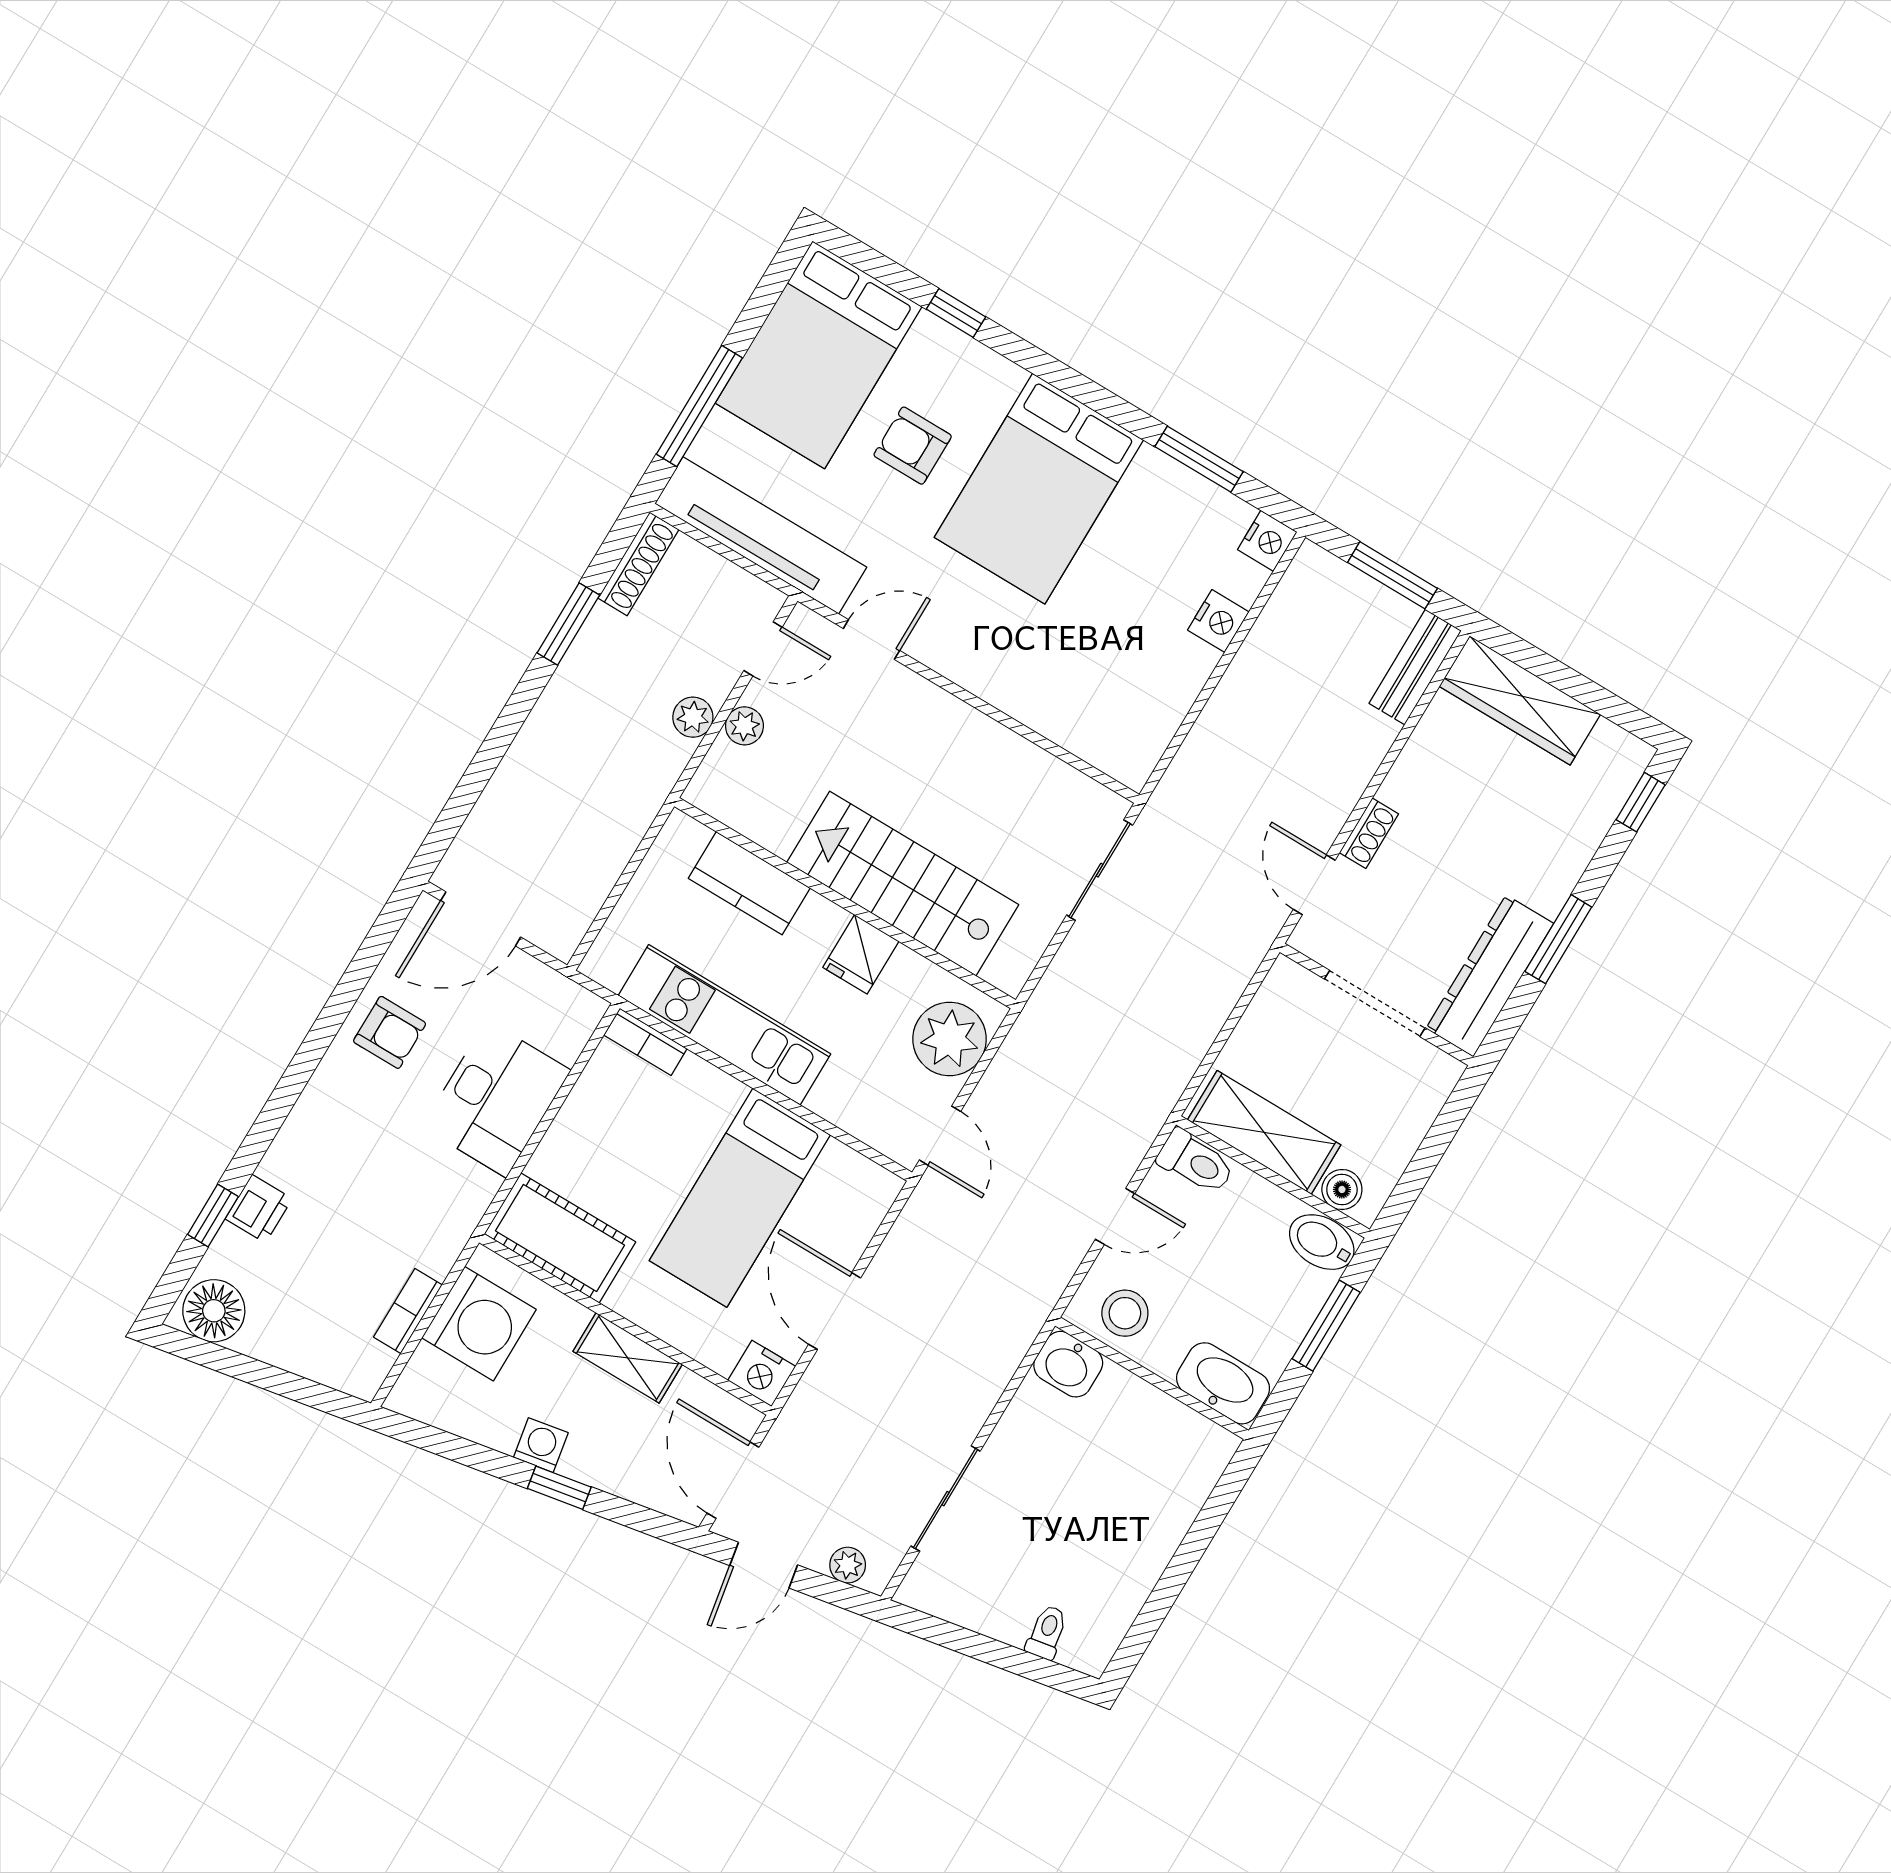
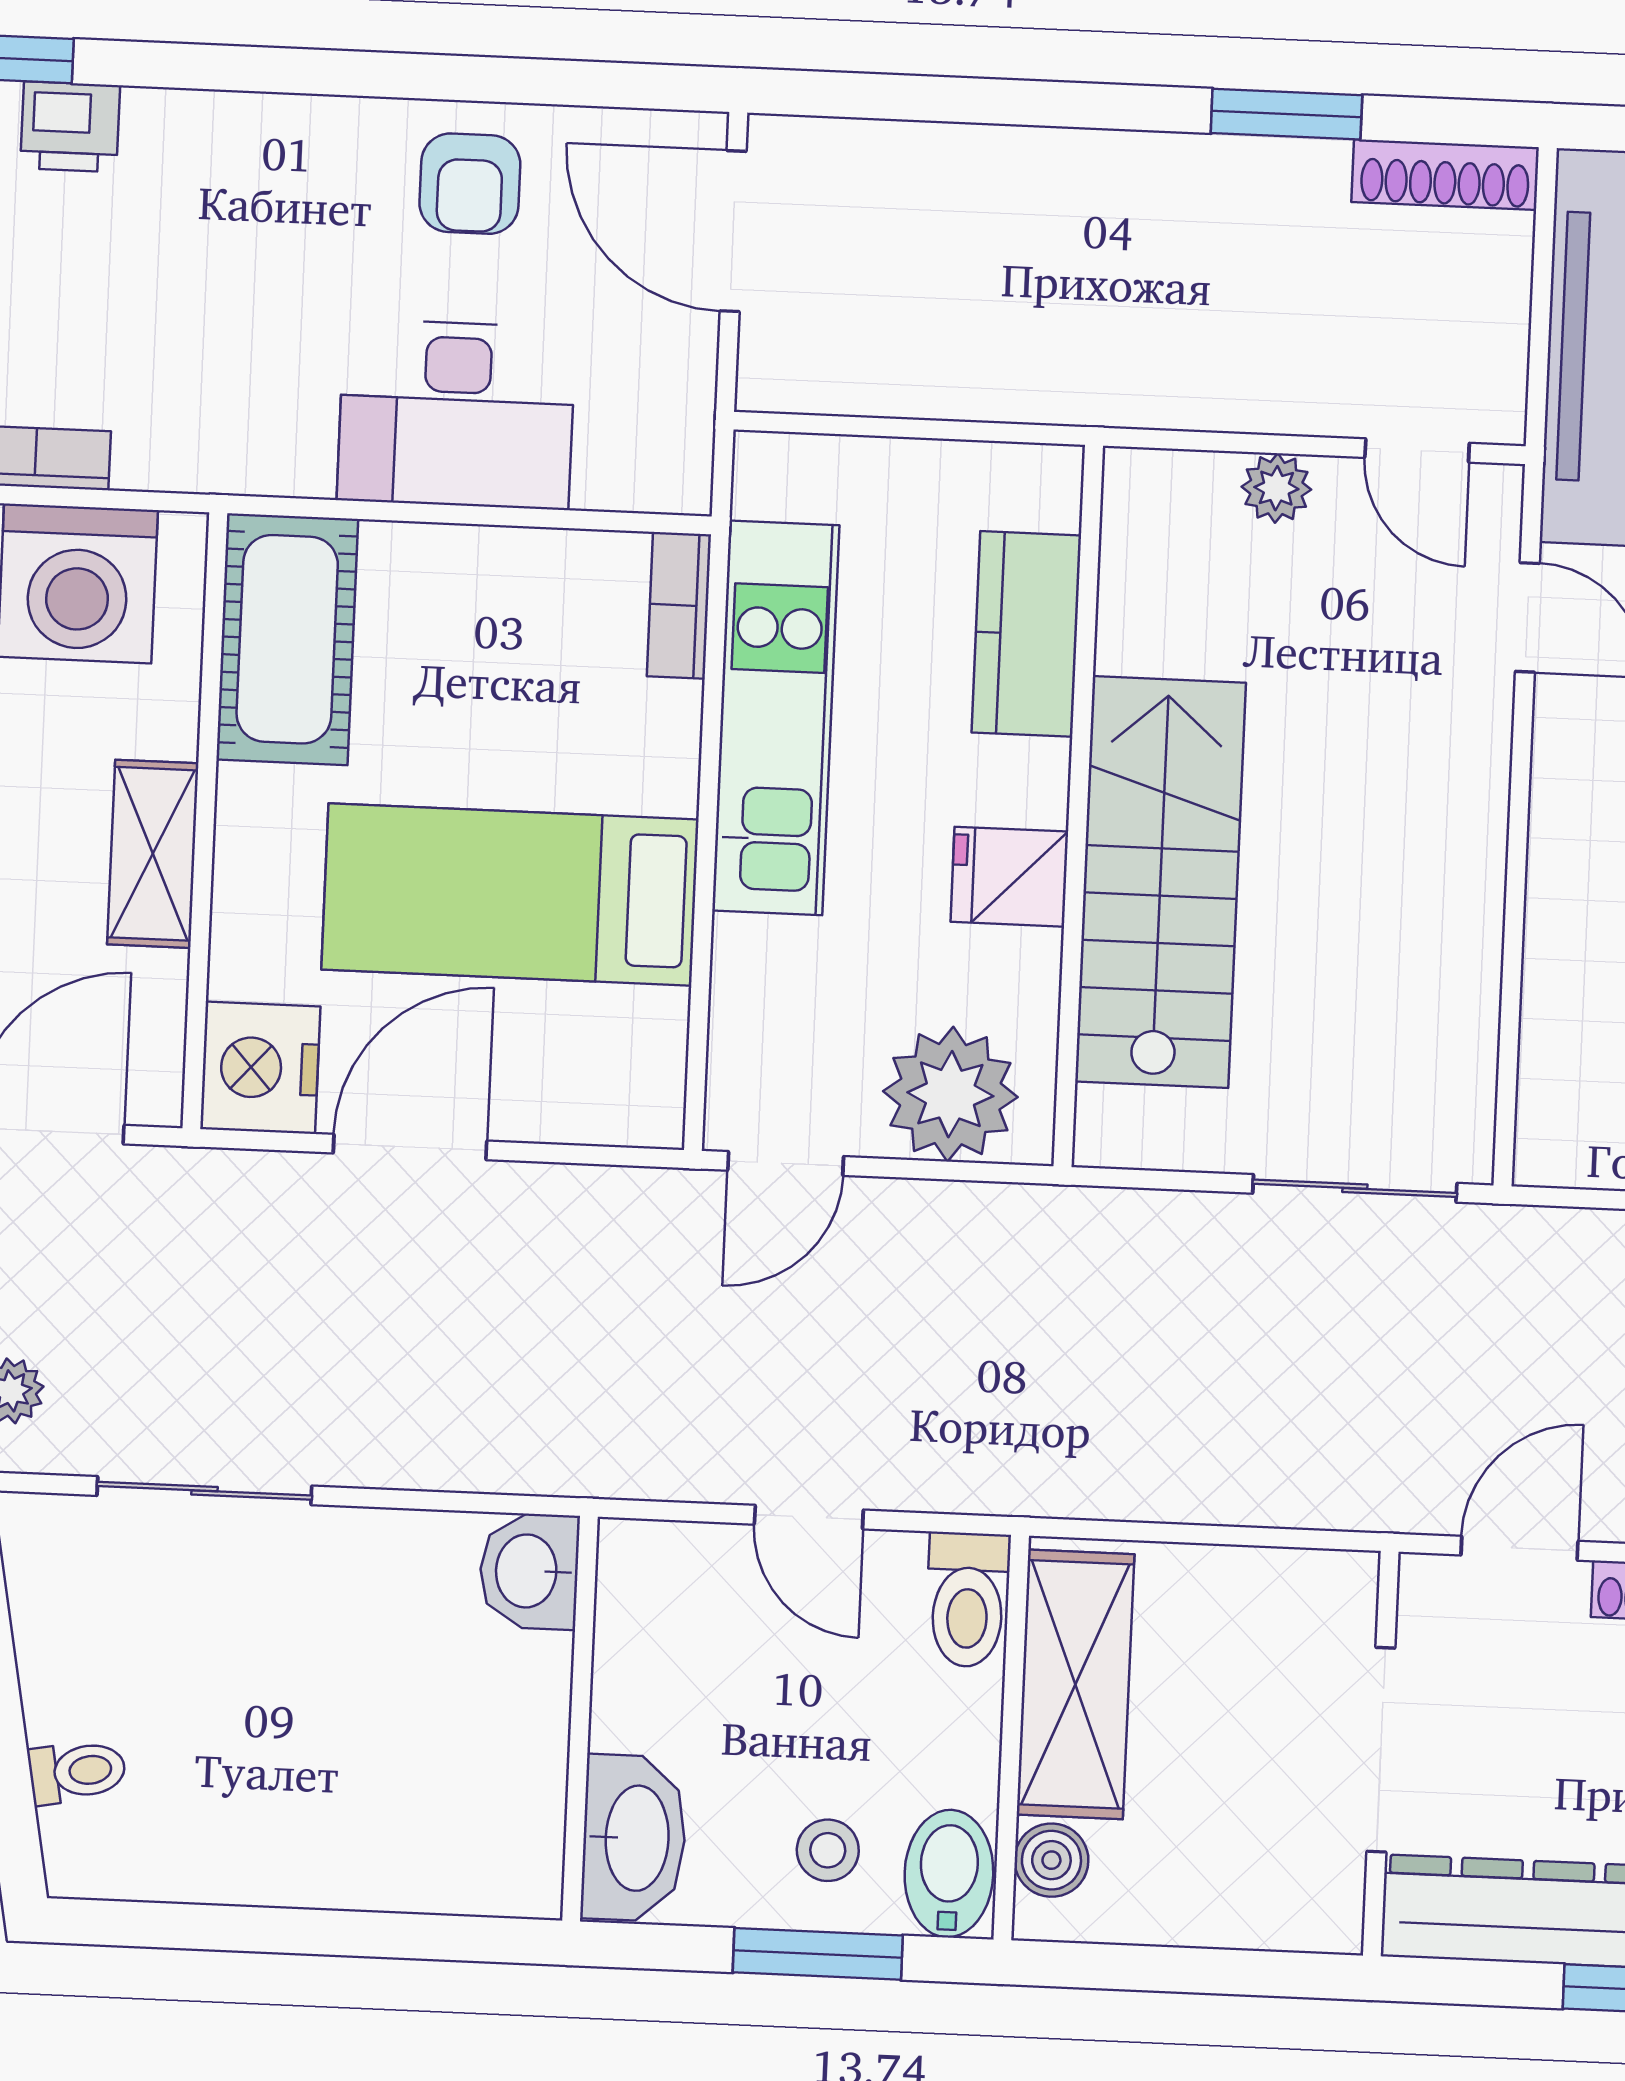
plant: (693, 717) -> (1245, 397), removed
stool: (1125, 1313) -> (828, 1850), moved, width x0.73, depth x0.73
nightstand: (762, 1373) -> (260, 1068), width x1.36, depth x1.33

